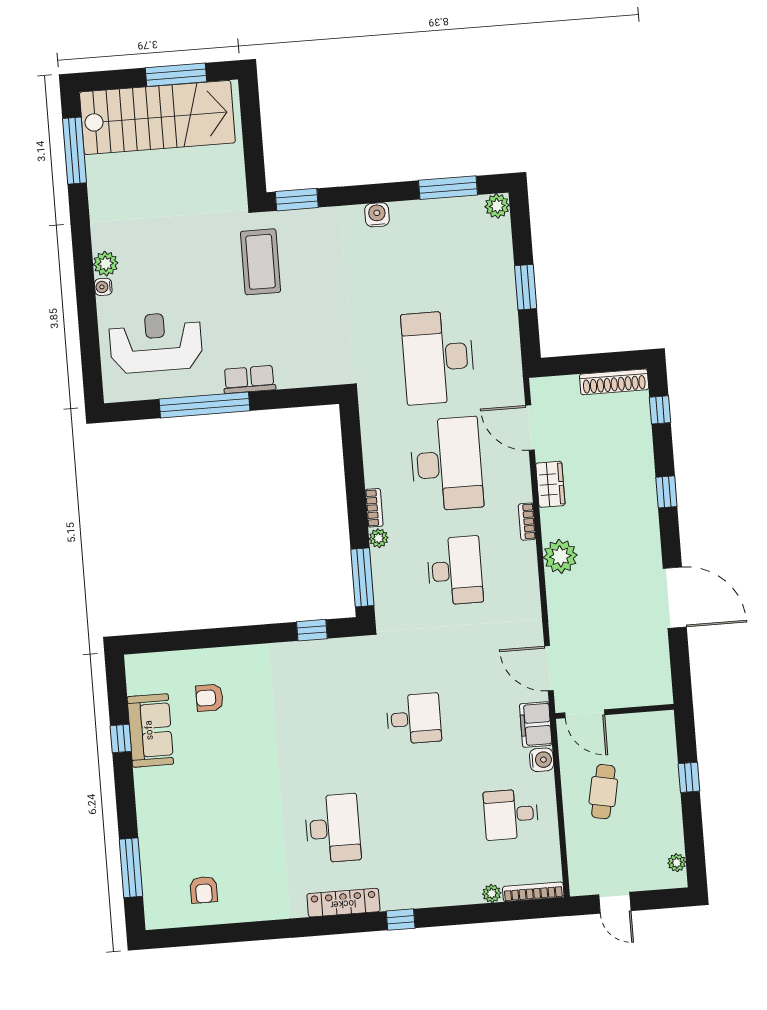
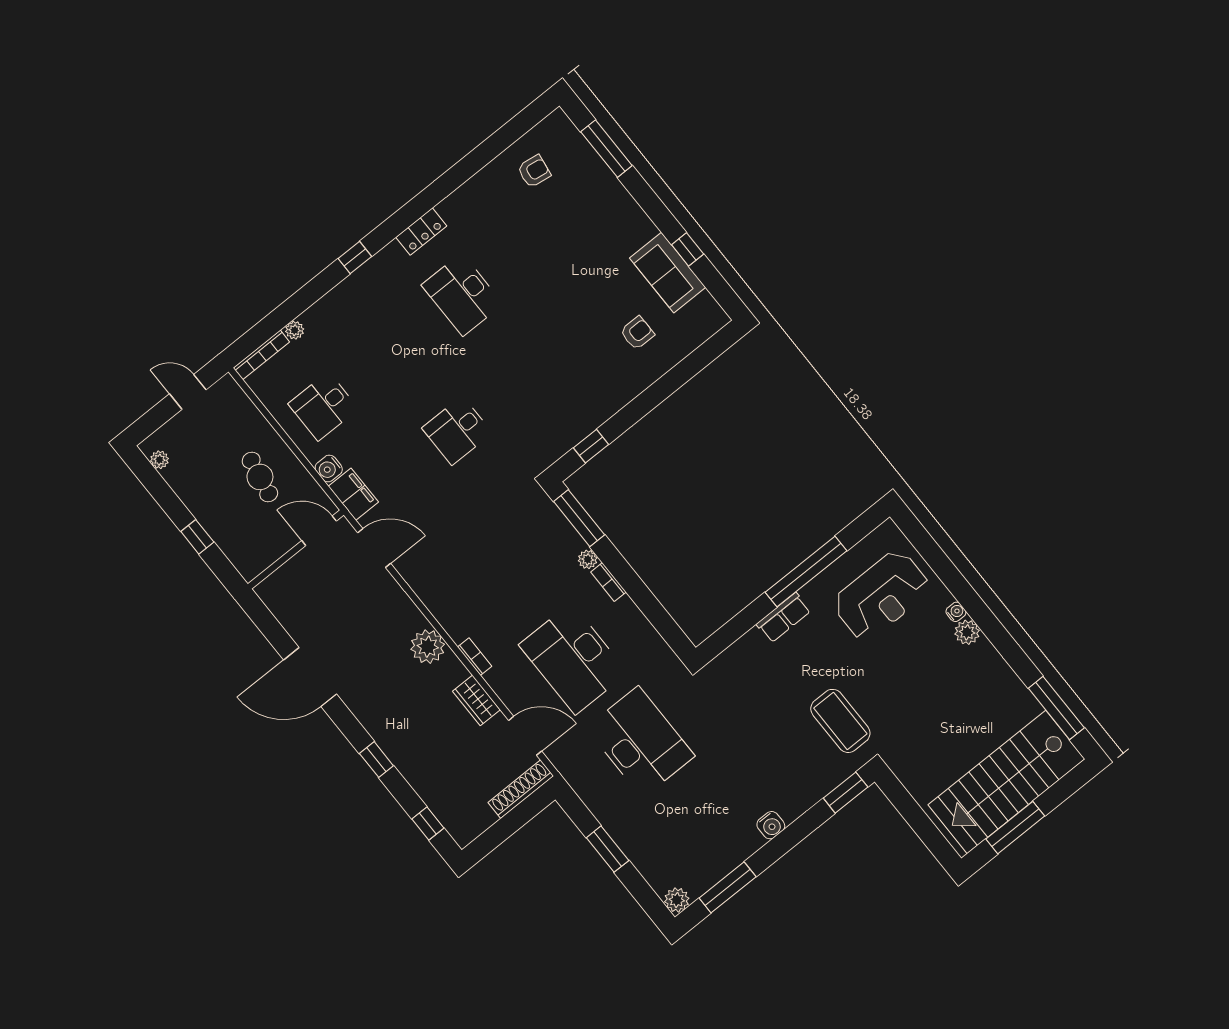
shoe rack: (614, 382) -> (521, 789), moved
desk: (455, 571) -> (507, 576), removed
desk: (511, 814) -> (323, 406), turned 180
armchair: (204, 890) -> (534, 171), turned 98
locker: (343, 903) -> (421, 232), width x0.66

